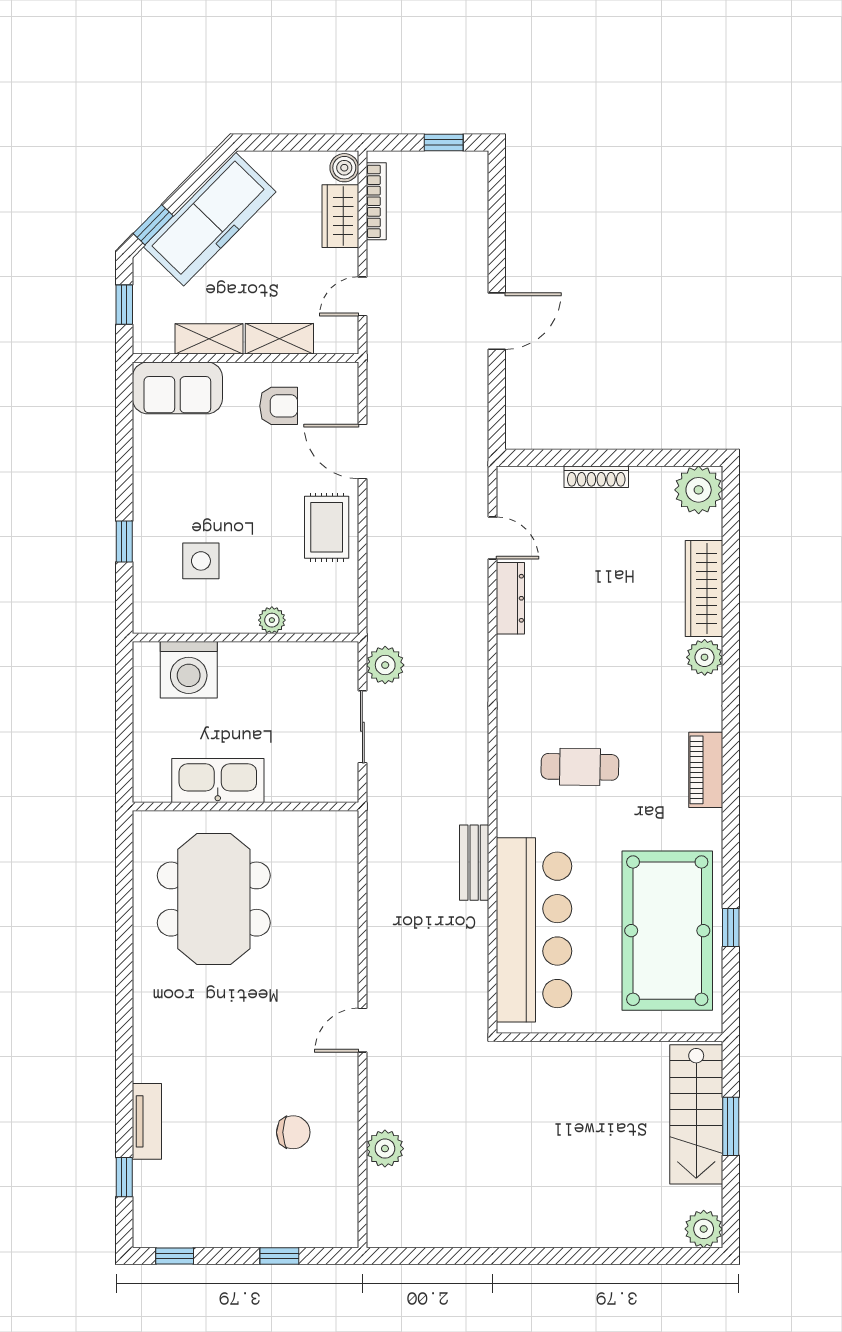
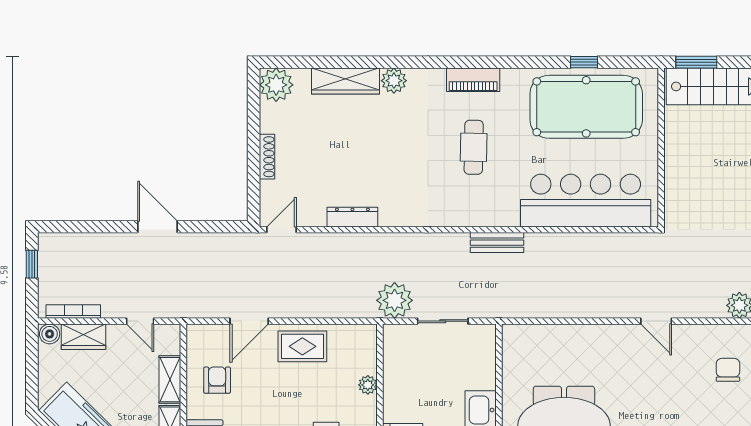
door: (492, 538) -> (281, 230), moved
plant: (385, 665) -> (395, 300), width x1.36, depth x1.36
cafe table: (580, 767) -> (474, 147), moved
bench: (474, 863) -> (497, 243), moved
window: (731, 1126) -> (696, 62), moved

